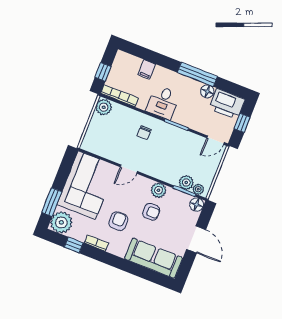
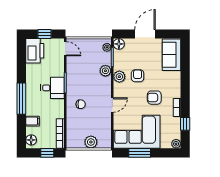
window: (197, 74) -> (21, 99), moved
floor lamp: (207, 91) -> (31, 140), moved
desk: (163, 102) -> (52, 88), moved
plant: (104, 107) -> (91, 142), moved
door: (129, 169) -> (112, 105), hinge flipped
plant: (186, 183) -> (105, 71), moved
window: (52, 202) -> (140, 153), moved
plant: (61, 222) -> (176, 144), width x0.53, depth x0.53
sofa: (153, 258) -> (172, 55), width x0.73

